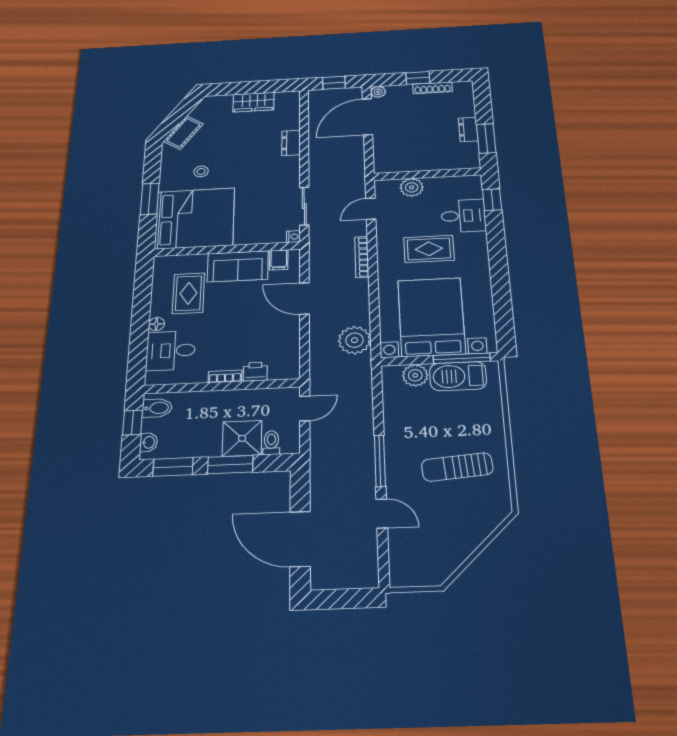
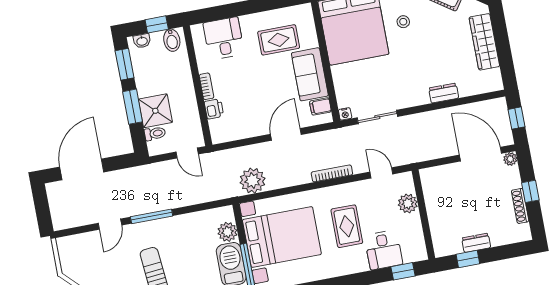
wardrobe: (254, 102) -> (484, 42), width x1.50
window: (486, 138) -> (468, 259), width x0.67
floor lamp: (156, 324) -> (246, 21), removed

